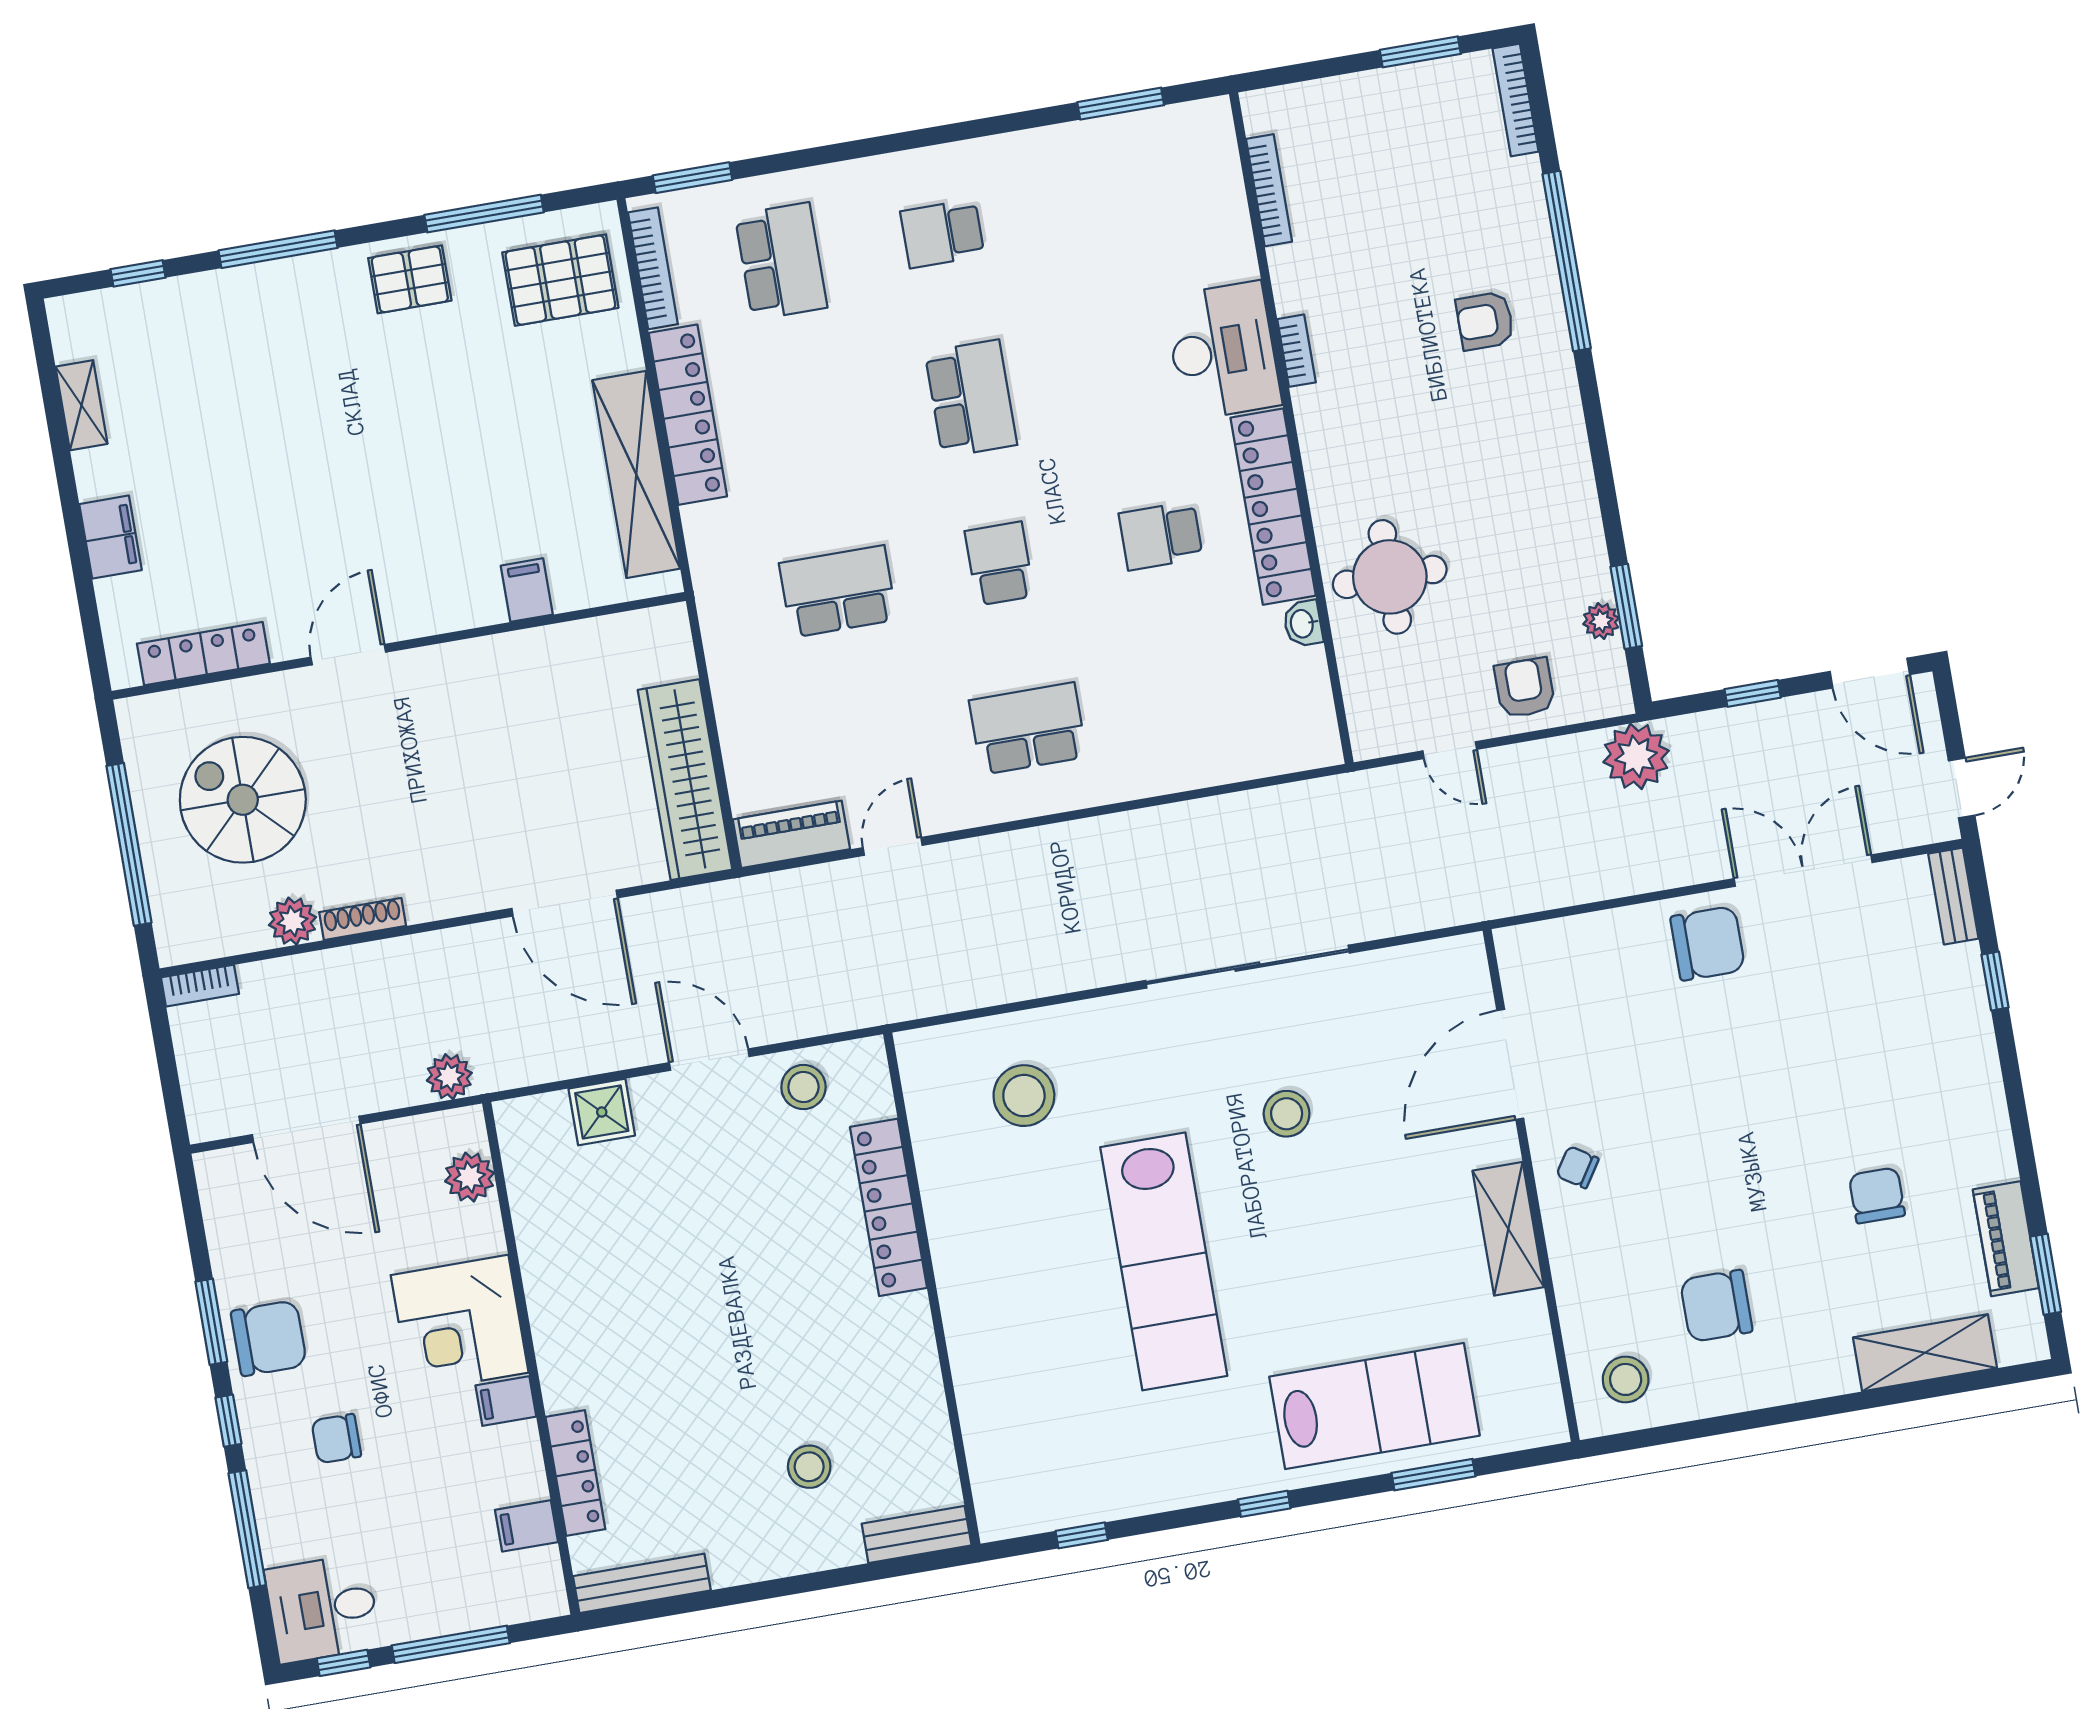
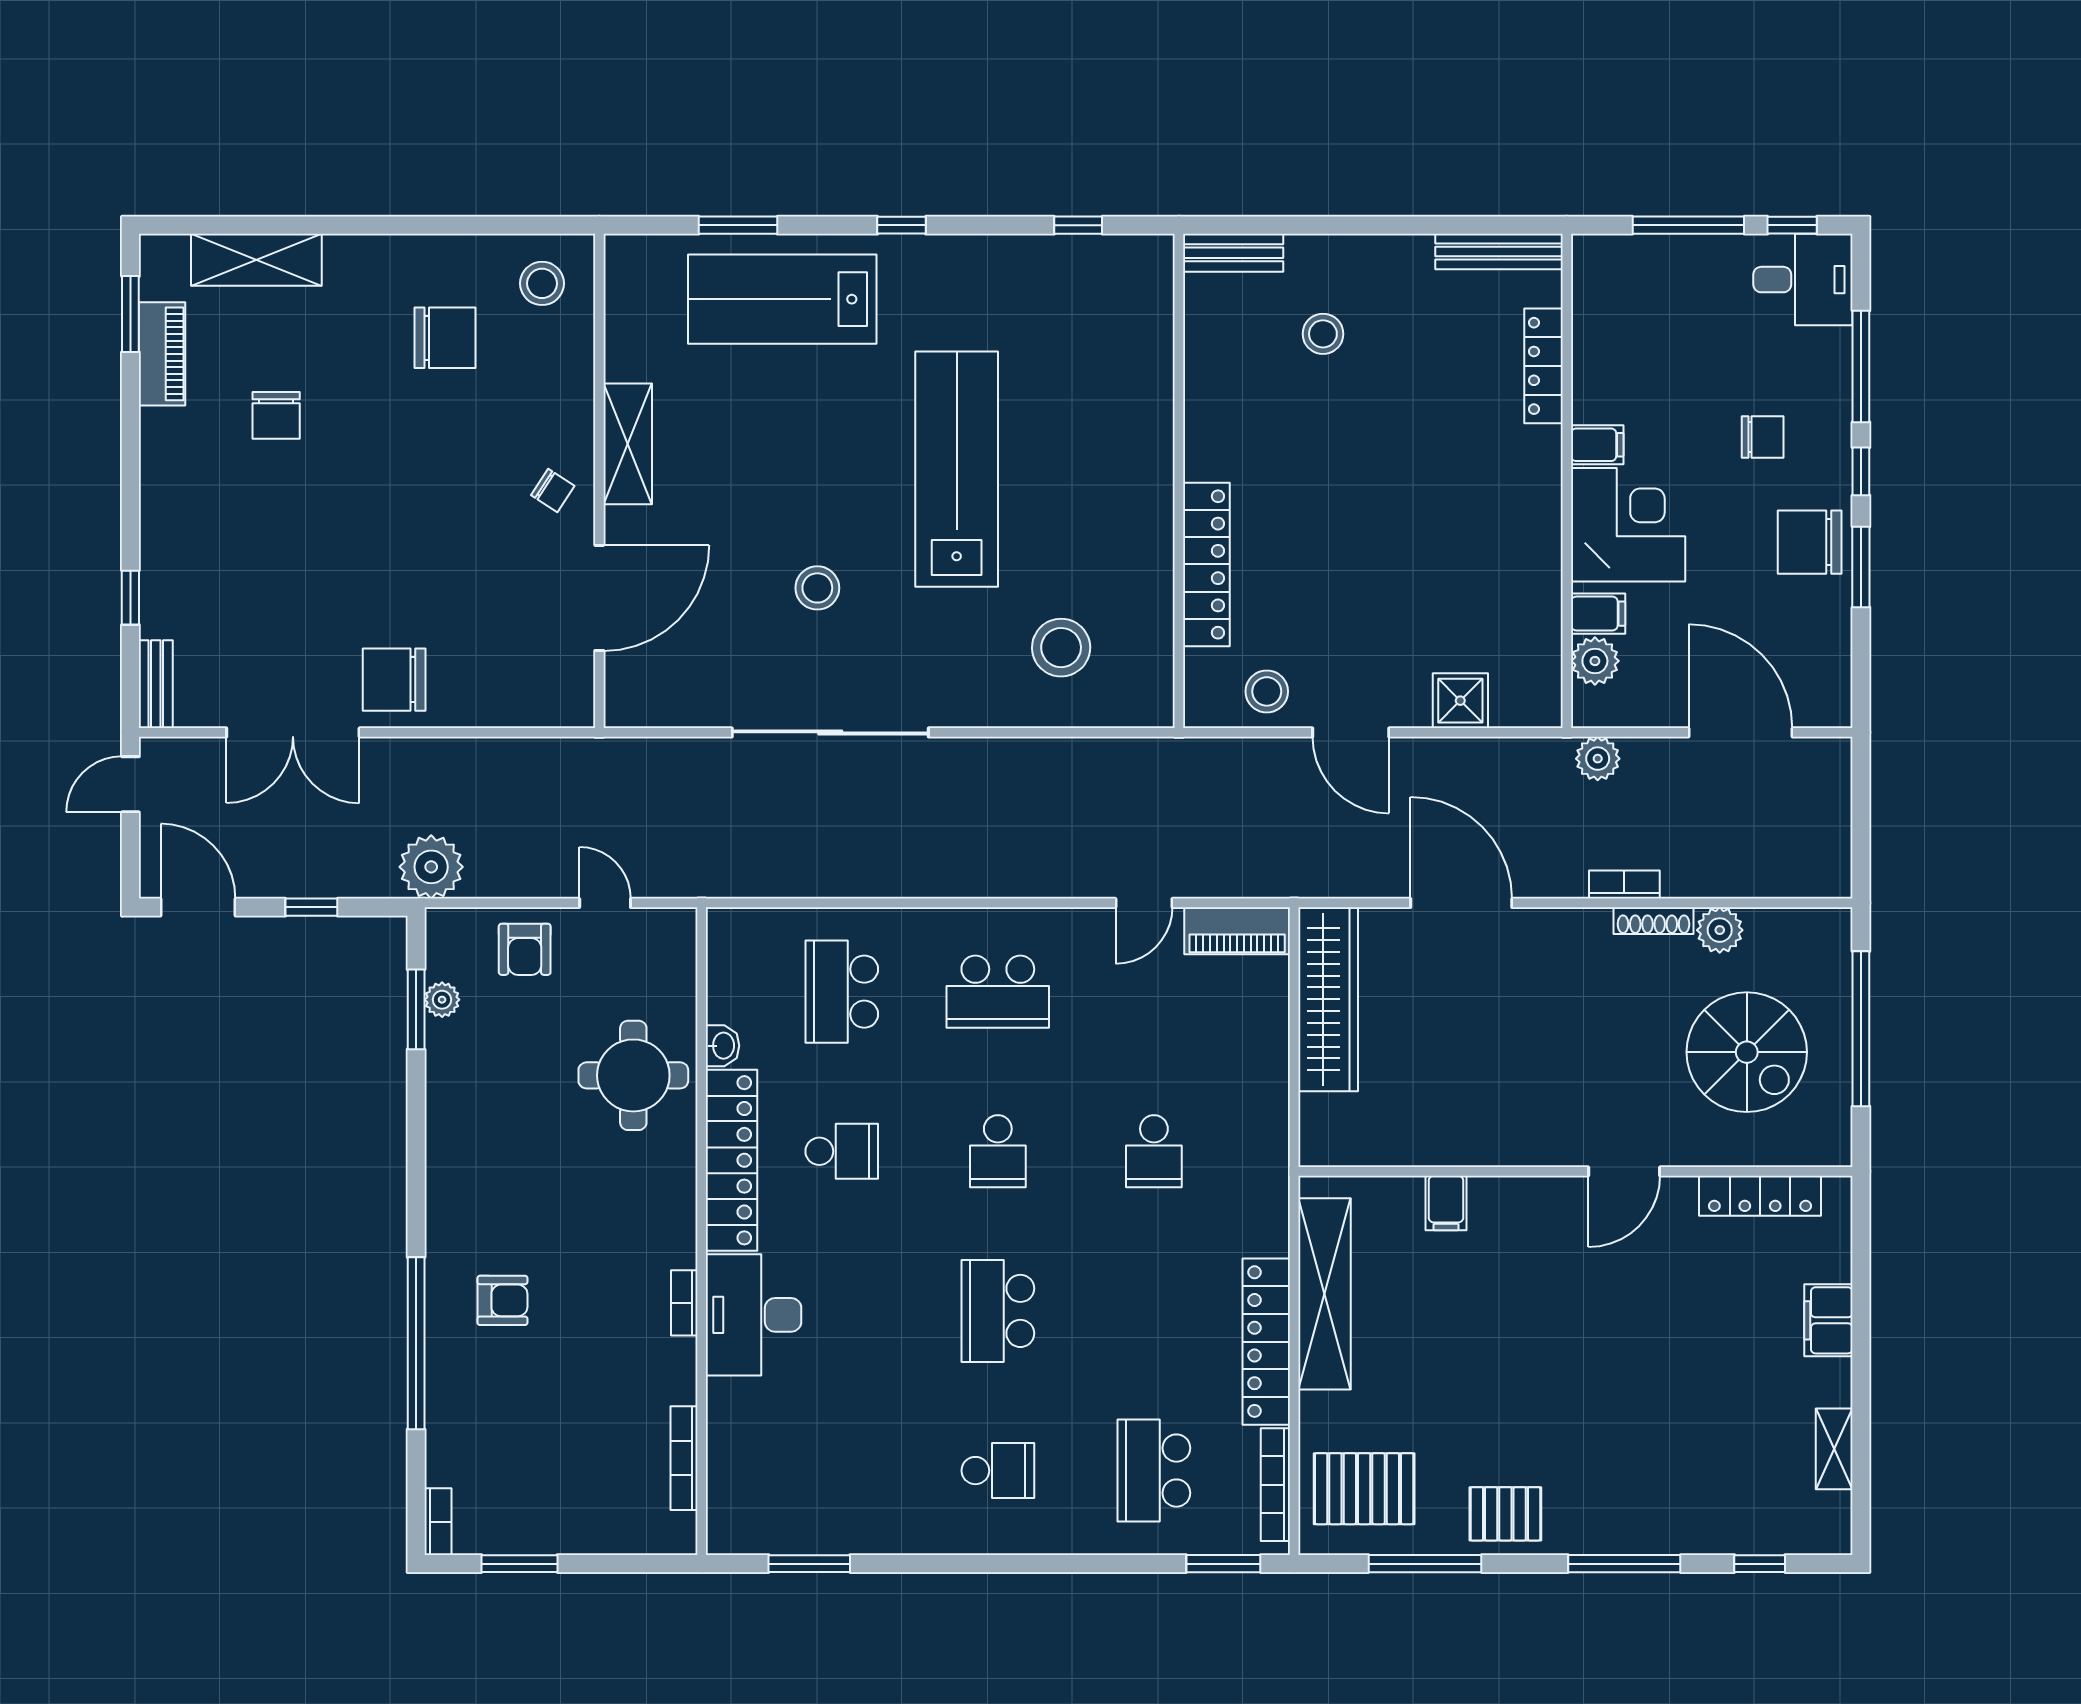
bookcase: (1515, 100) -> (438, 1522), width x0.64
school desk: (838, 591) -> (1154, 1151), width x0.54
school desk: (1189, 701) -> (842, 992), added
bookcase: (200, 986) -> (1624, 885), moved
filing cabinet: (526, 1526) -> (1598, 614), moved

